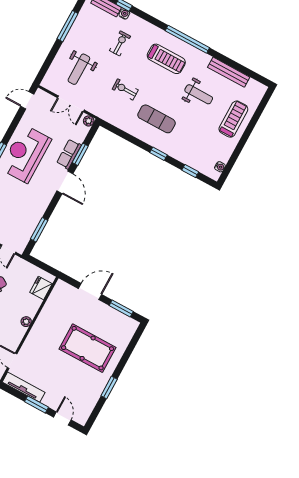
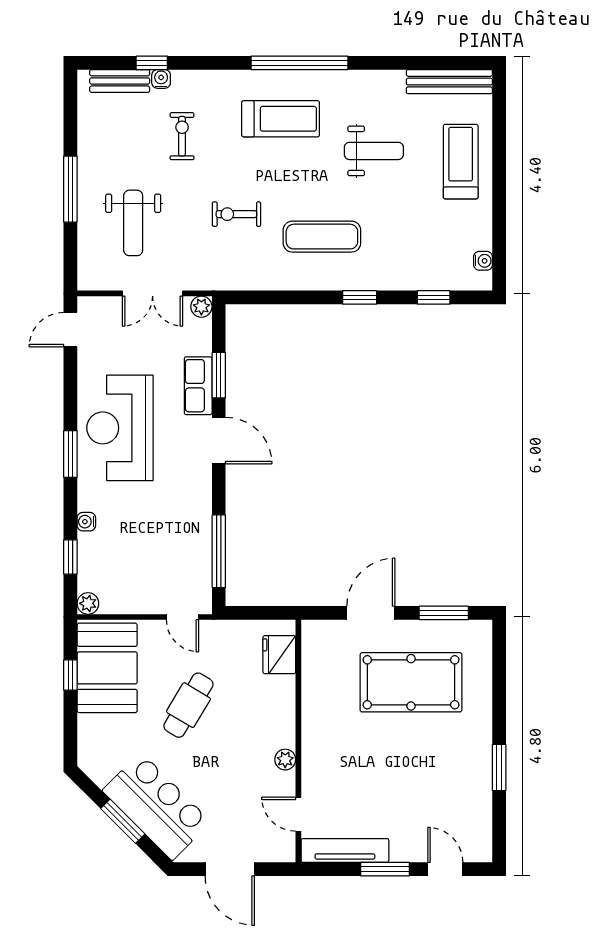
window: (68, 26) -> (70, 189), moved
bench: (229, 72) -> (449, 82), moved
window: (39, 230) -> (219, 551), width x1.44
plant: (26, 322) -> (285, 760), moved
pool table: (88, 348) -> (411, 682), moved

